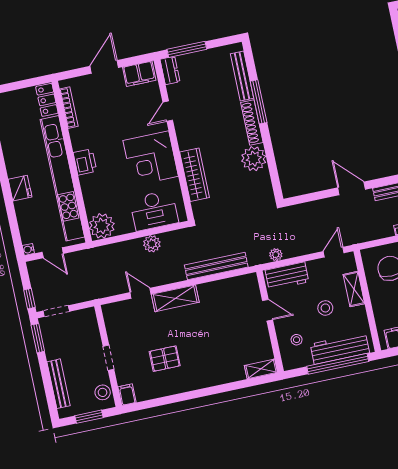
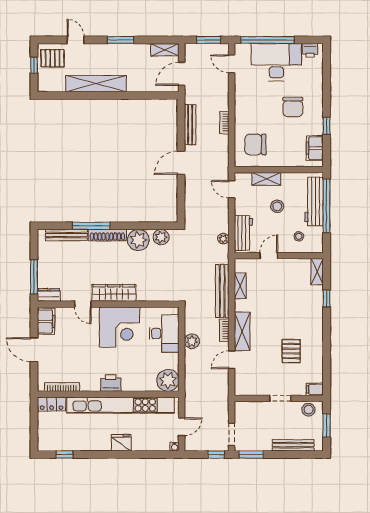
wardrobe: (195, 175) -> (114, 293), moved
plant: (263, 184) -> (161, 237), added
bookcase: (172, 278) -> (224, 330), added
shelving: (226, 285) -> (240, 286), added
window: (233, 386) -> (327, 299), added

